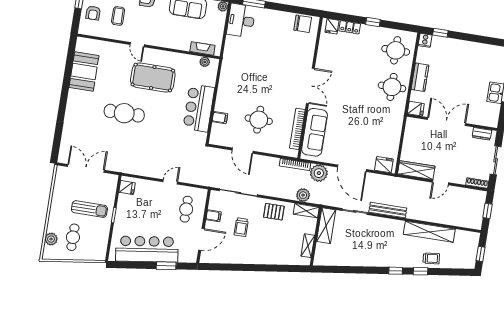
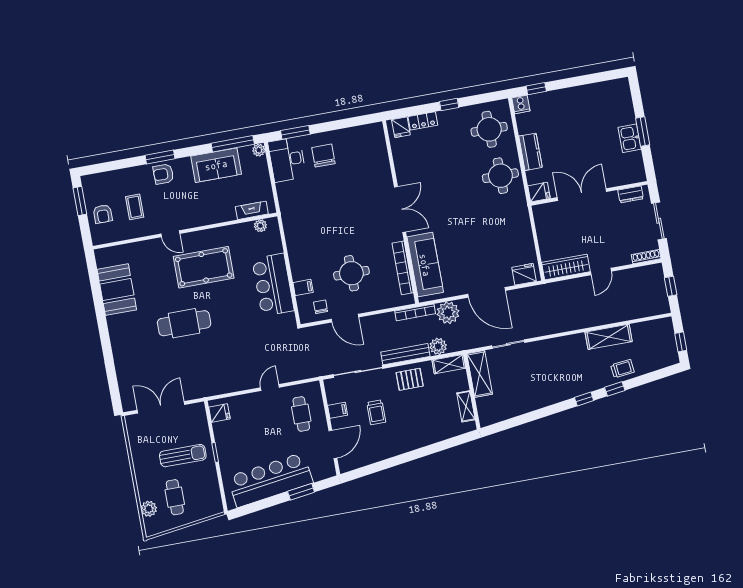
chair: (303, 24) -> (323, 156), moved, turned -90
chair: (228, 136) -> (321, 307), added
bench: (388, 210) -> (405, 354), moved
shelving: (429, 232) -> (609, 337), width x0.68

